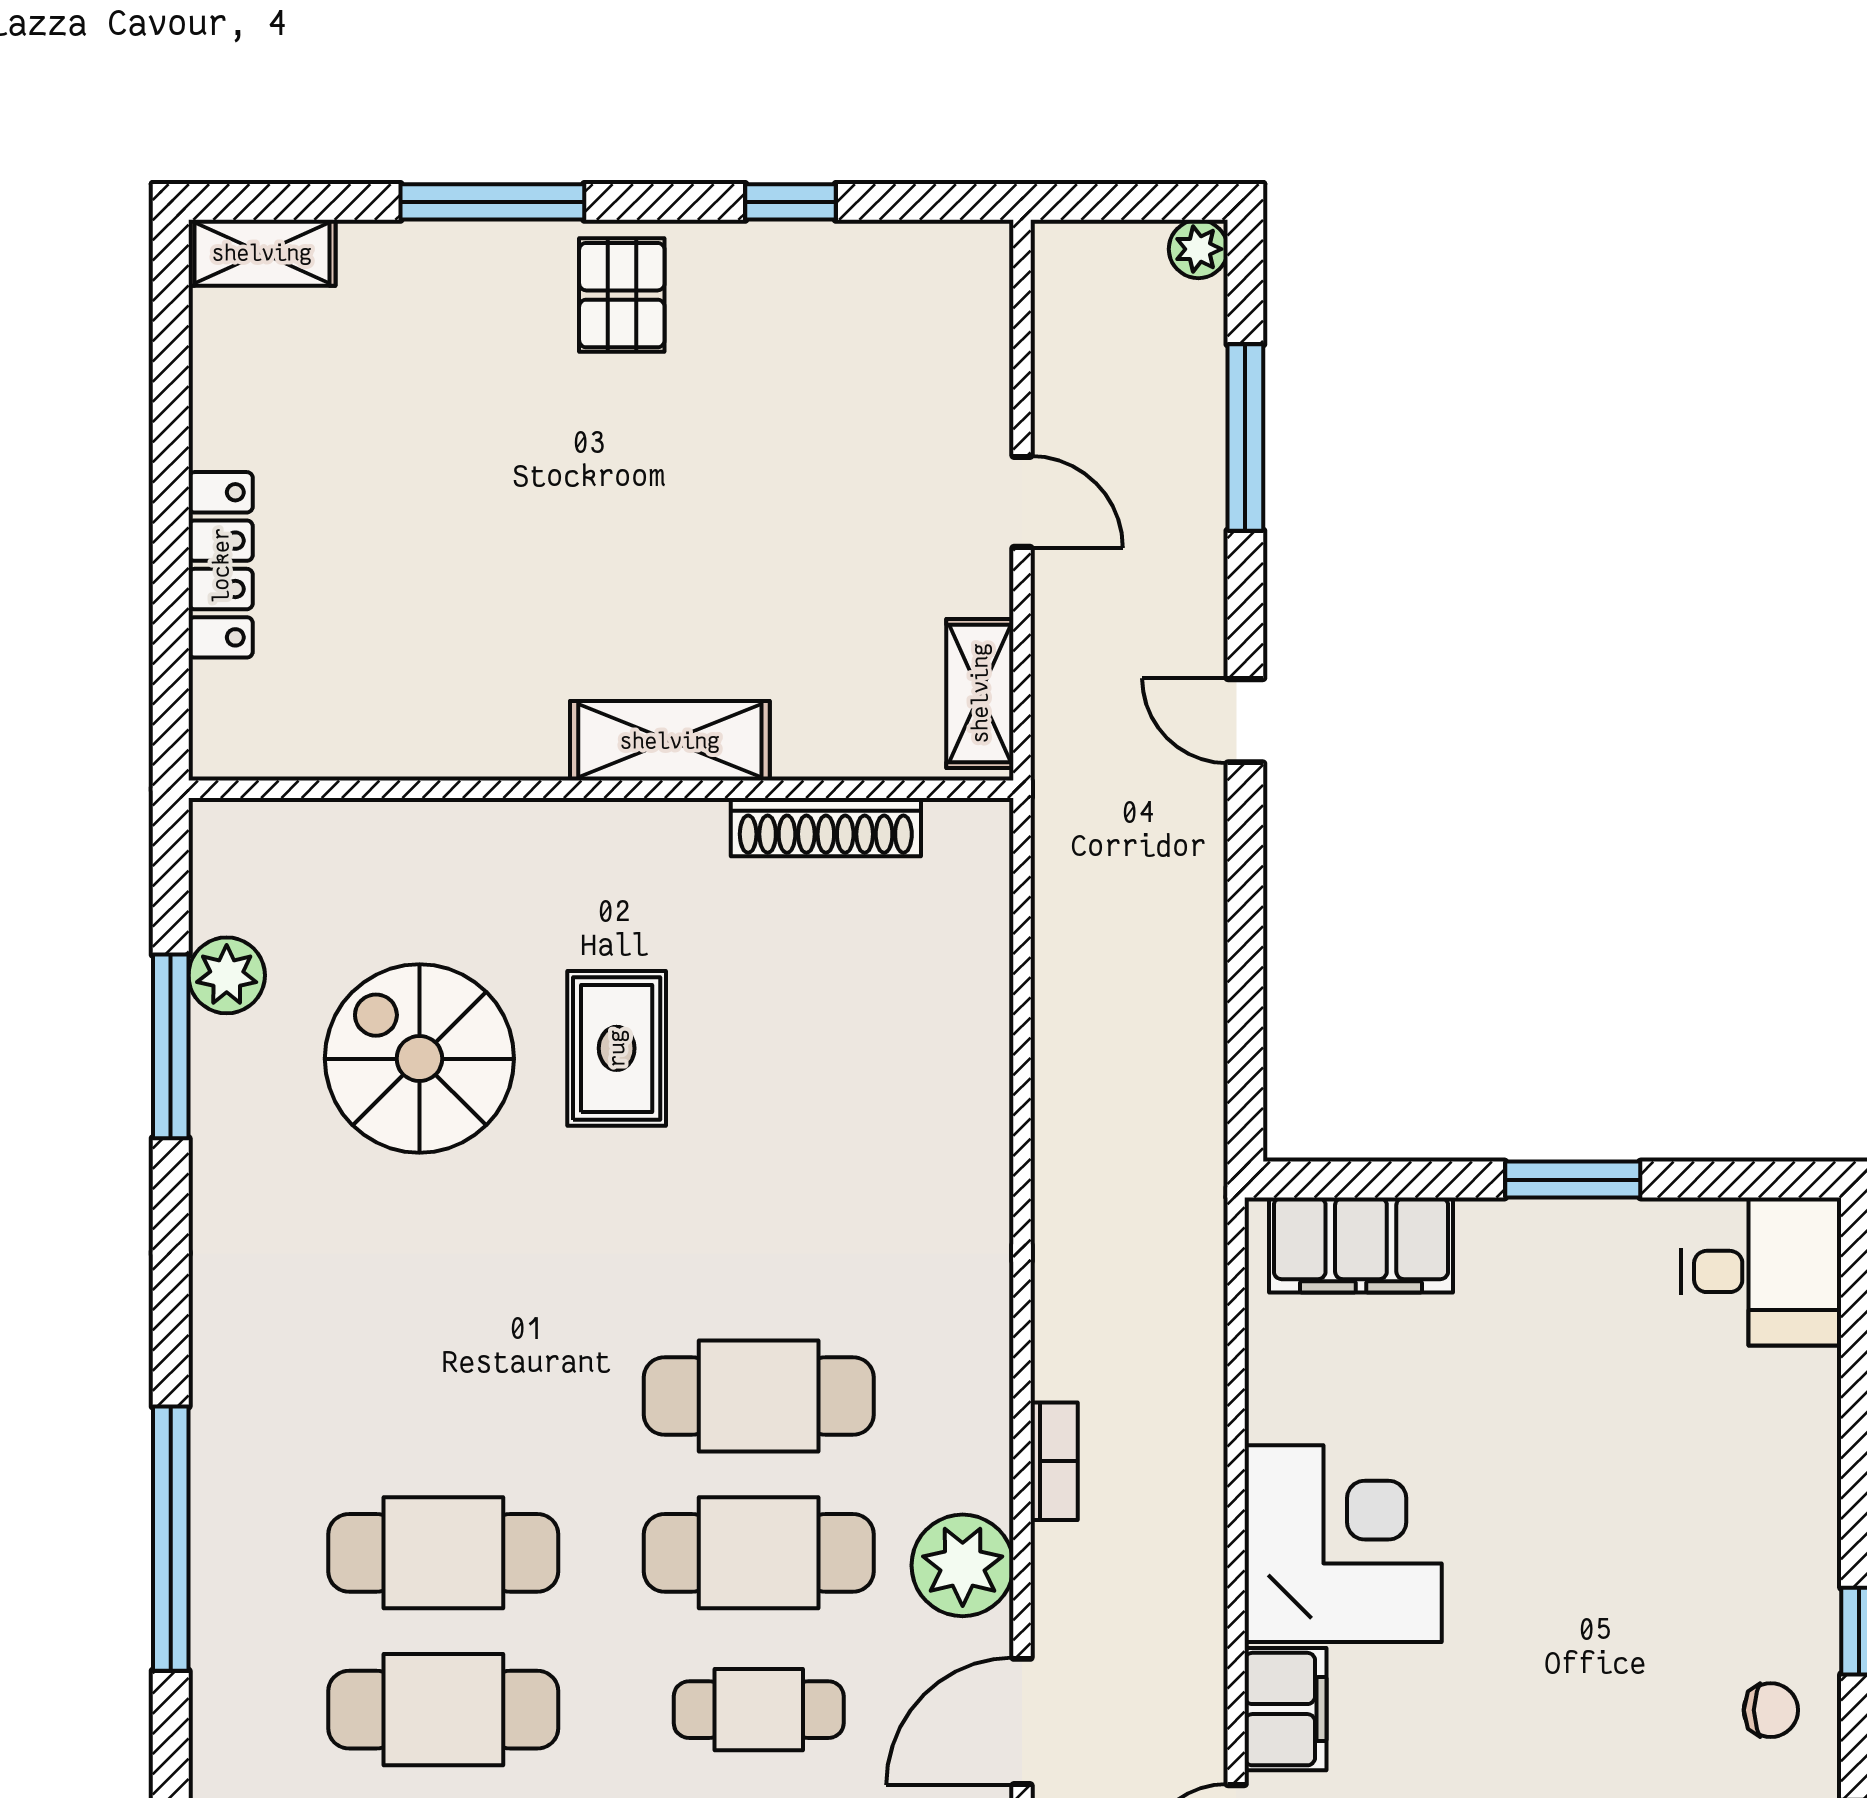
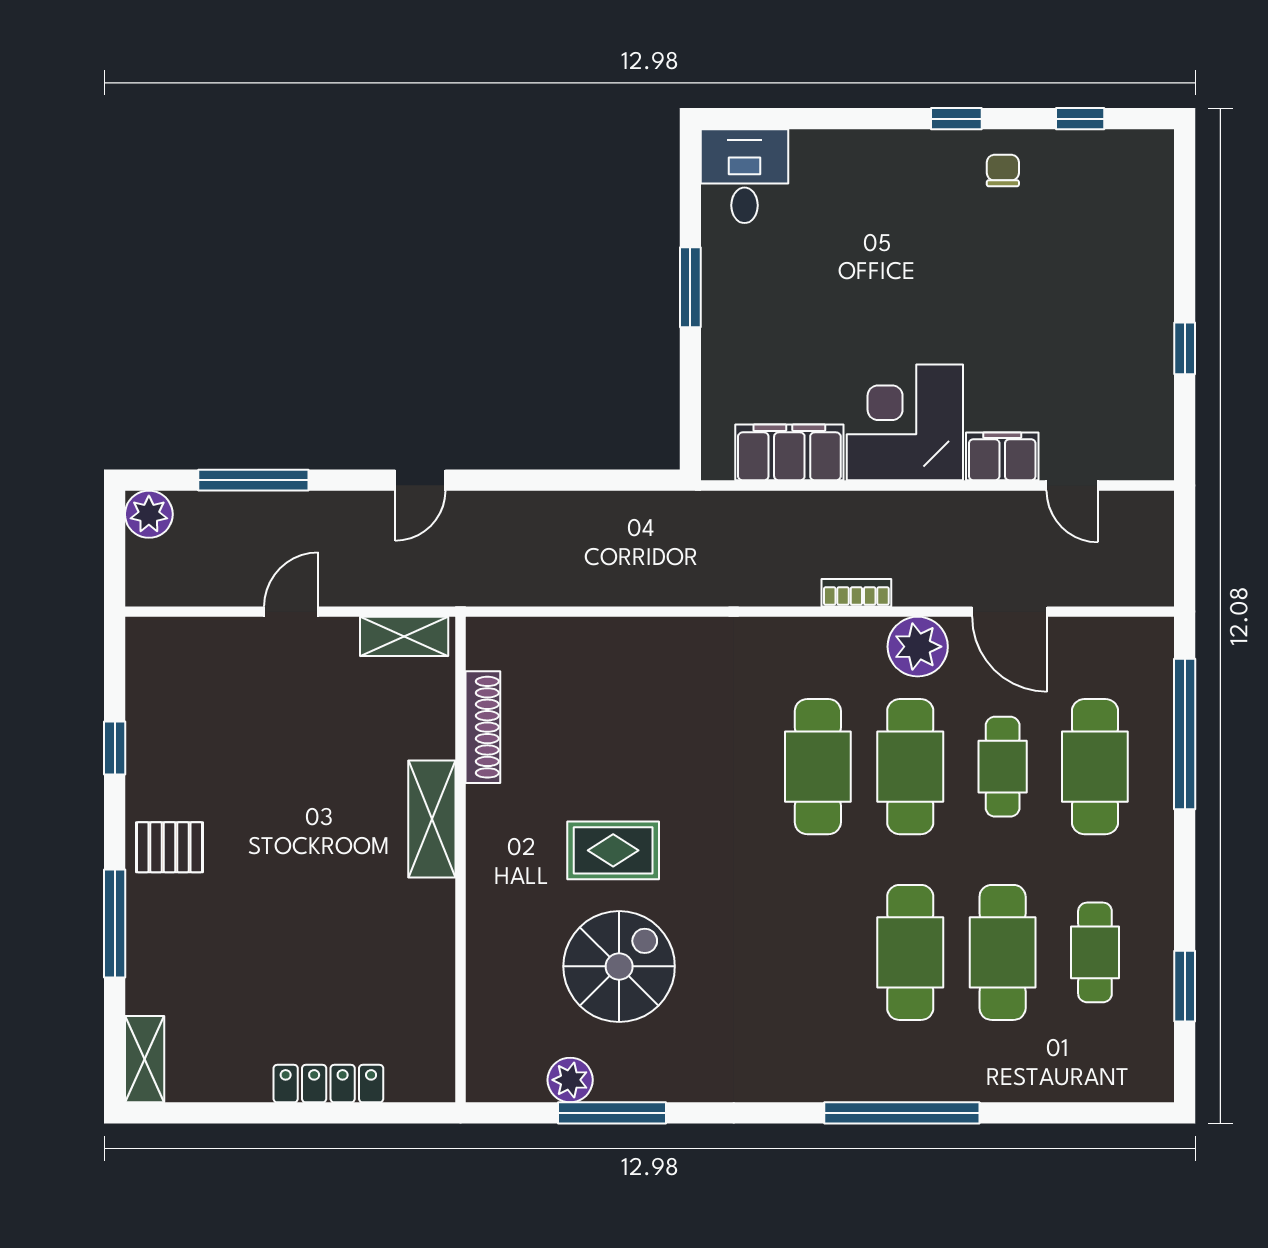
plant: (1198, 249) -> (149, 514), width x1.38, depth x1.38
spiral stairs: (419, 1059) -> (619, 966), turned 180
filing cabinet: (1361, 1245) -> (789, 452), moved, turned -90

